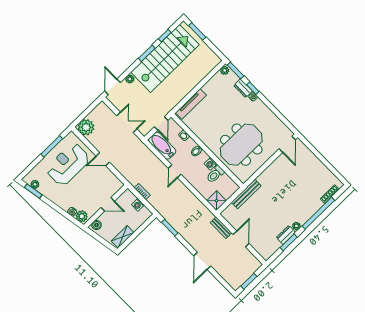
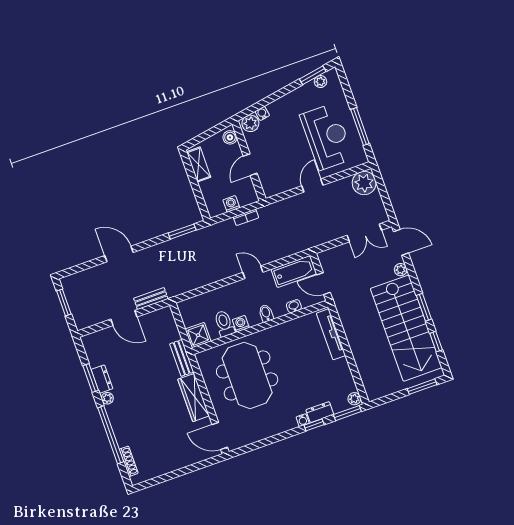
double door: (127, 122) -> (364, 233), moved
wardrobe: (271, 172) -> (193, 398), added
bench: (246, 194) -> (182, 358), width x0.73
shower: (217, 201) -> (198, 335), moved

